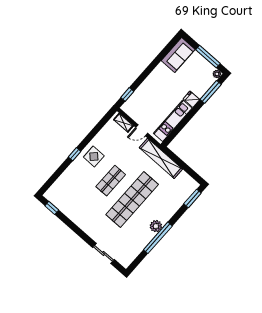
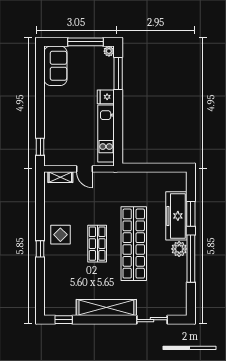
door: (142, 130) -> (84, 169), hinge flipped
shelving: (161, 158) -> (106, 308), moved
window: (192, 198) -> (191, 214), moved
freezer: (171, 205) -> (176, 216), added

